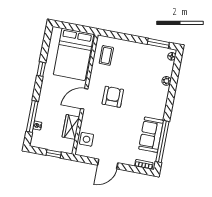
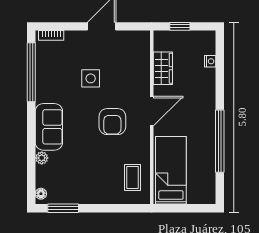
bed: (74, 54) -> (171, 170), width x0.67
window: (41, 69) -> (220, 141), width x3.17
window: (32, 116) -> (220, 73), removed
sofa: (151, 135) -> (49, 127), moved
side table: (87, 139) -> (91, 78), moved

